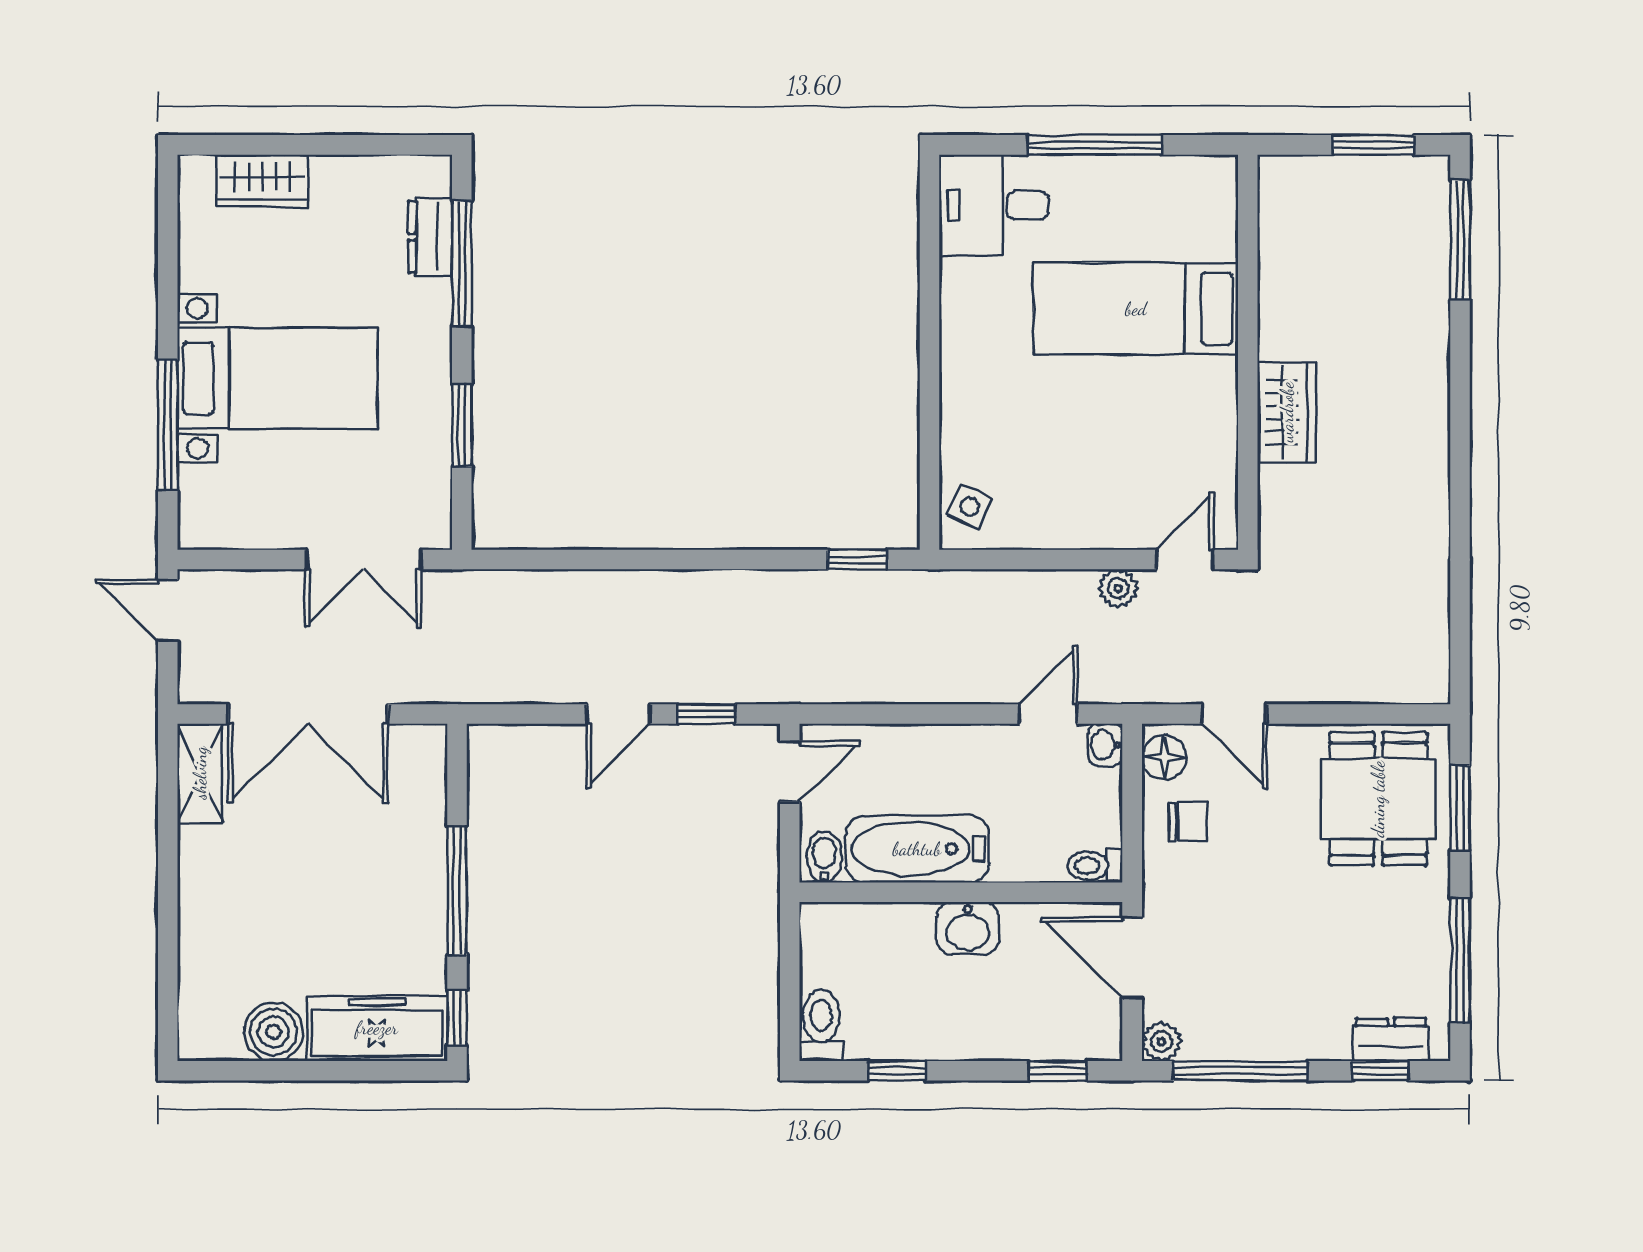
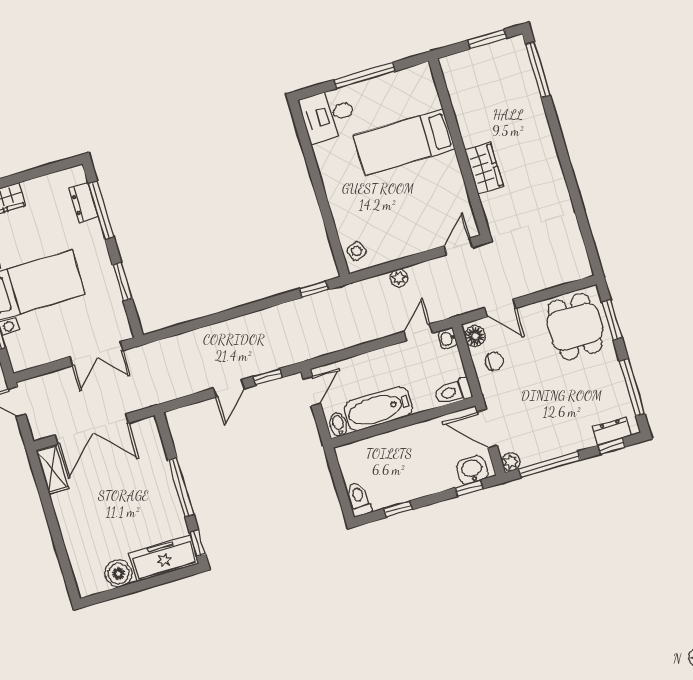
side table: (969, 506) -> (357, 251), turned 45
plant: (1118, 588) -> (399, 278), moved
toilet: (1095, 866) -> (453, 392), width x1.37, depth x1.39
washbasin: (968, 928) -> (472, 470), moved, turned 180

